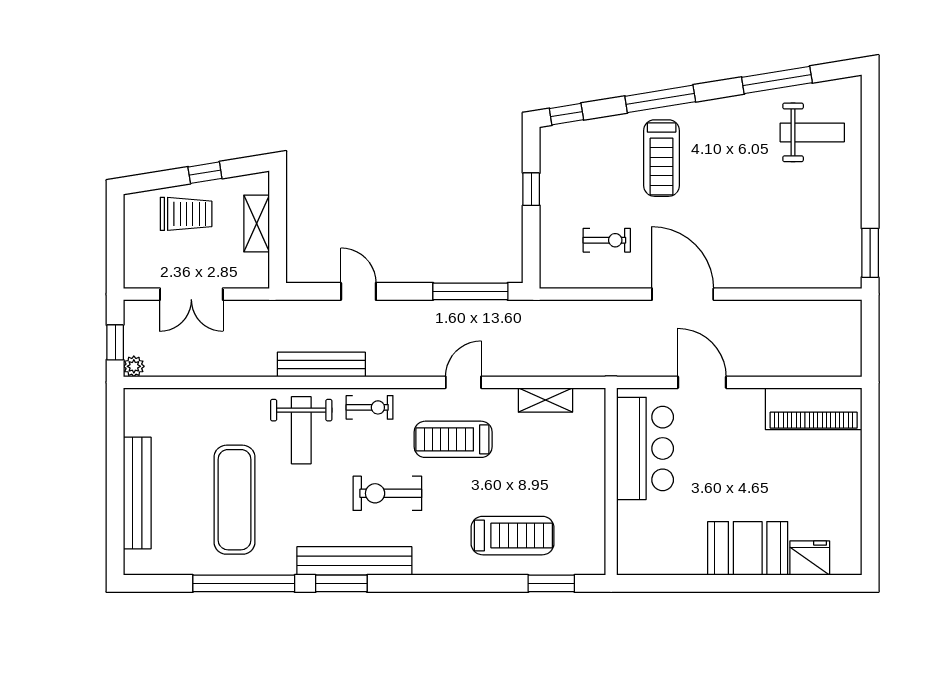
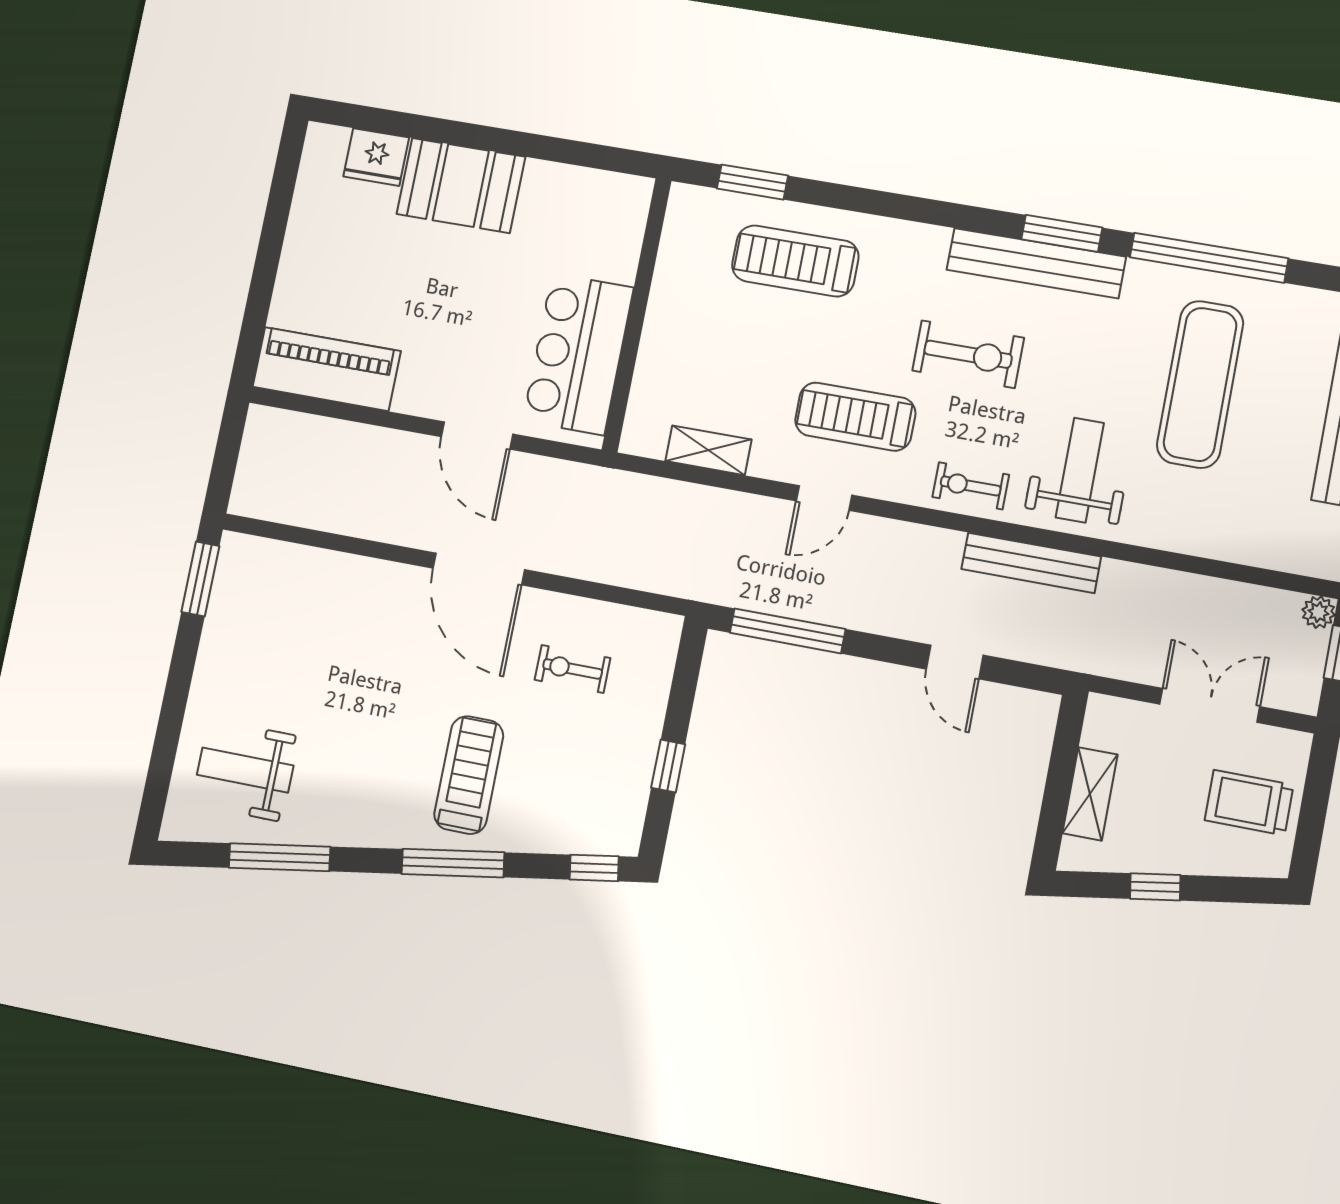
trolley: (186, 214) -> (1249, 803), moved
treadmill: (453, 439) -> (855, 417), turned 180

